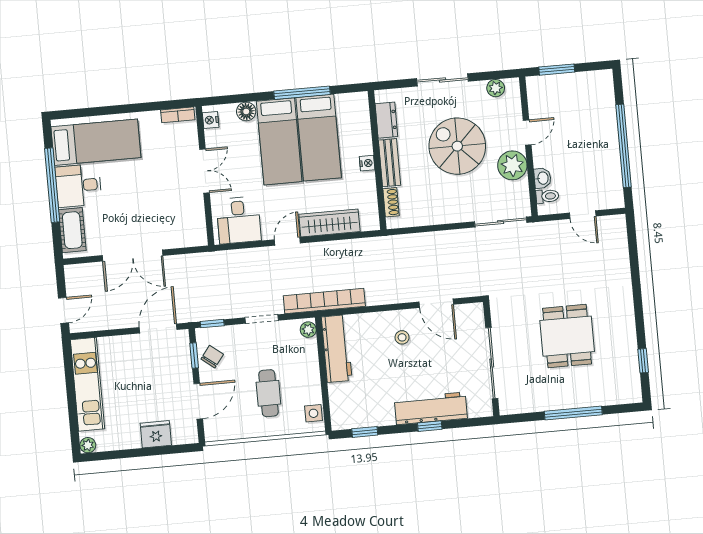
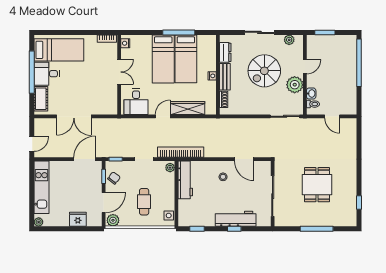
floor lamp: (246, 111) -> (146, 40), removed
spiral stairs: (457, 146) -> (264, 71), turned -90
window: (624, 146) -> (359, 63), moved
plant: (217, 430) -> (113, 220), added

